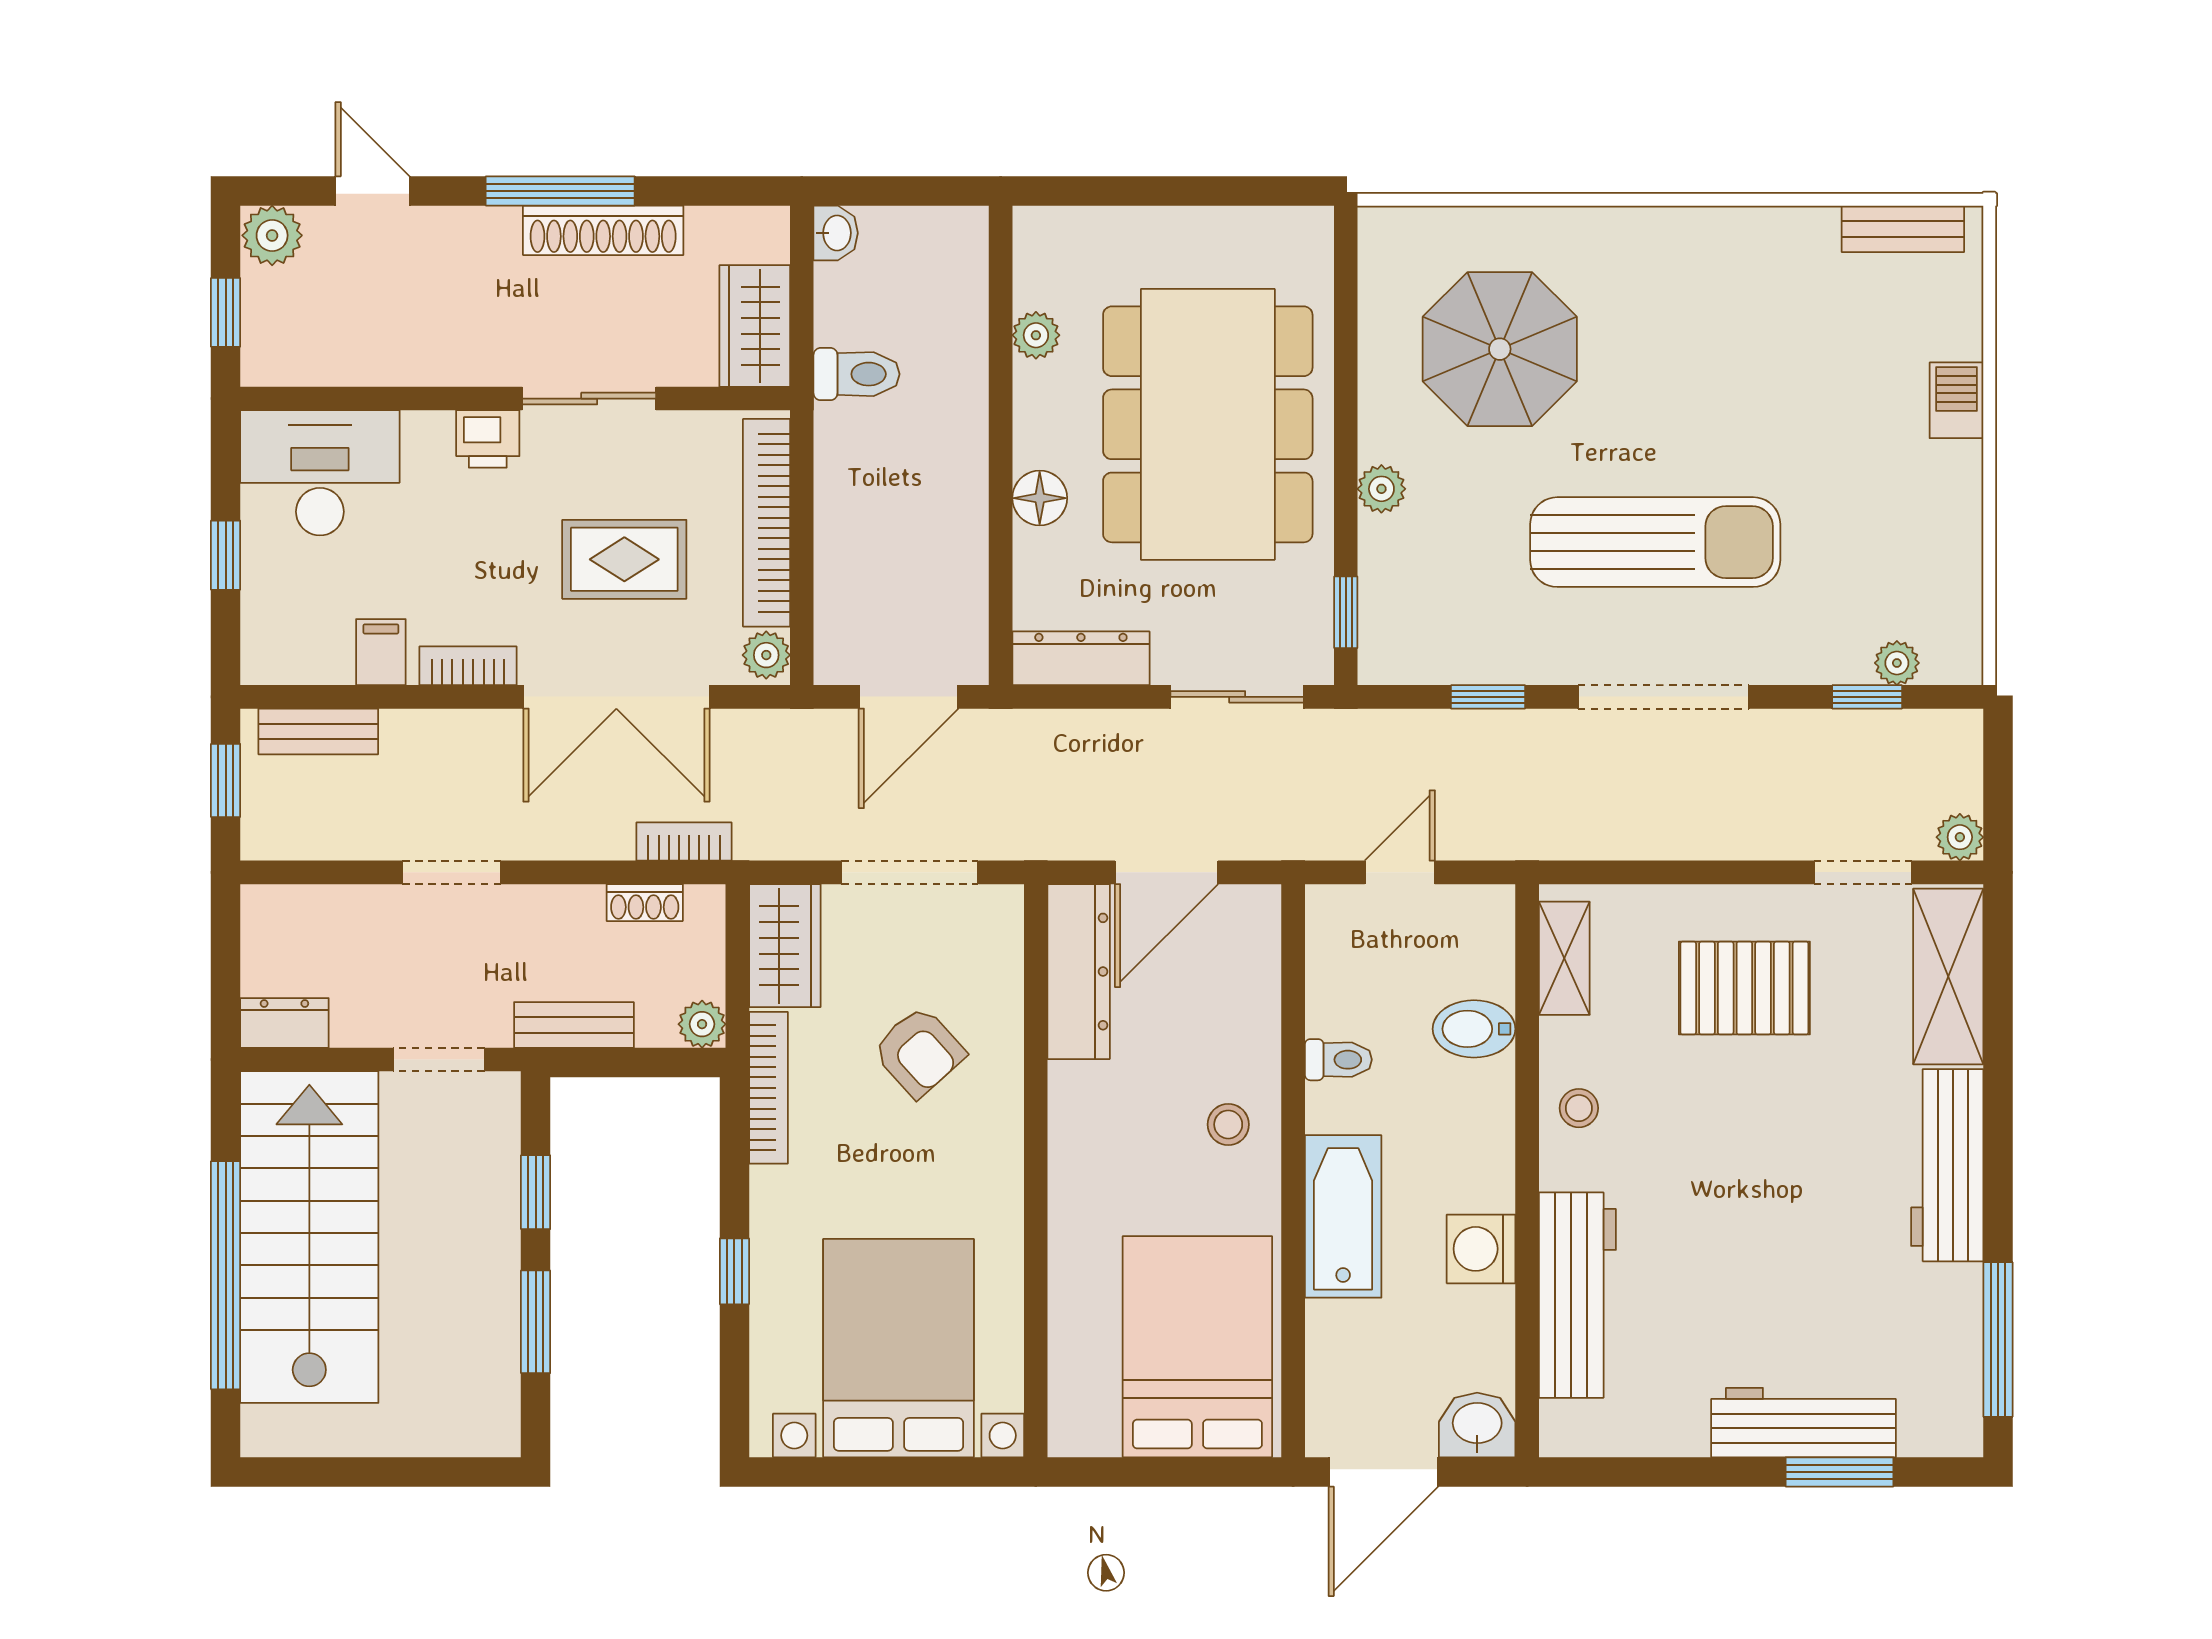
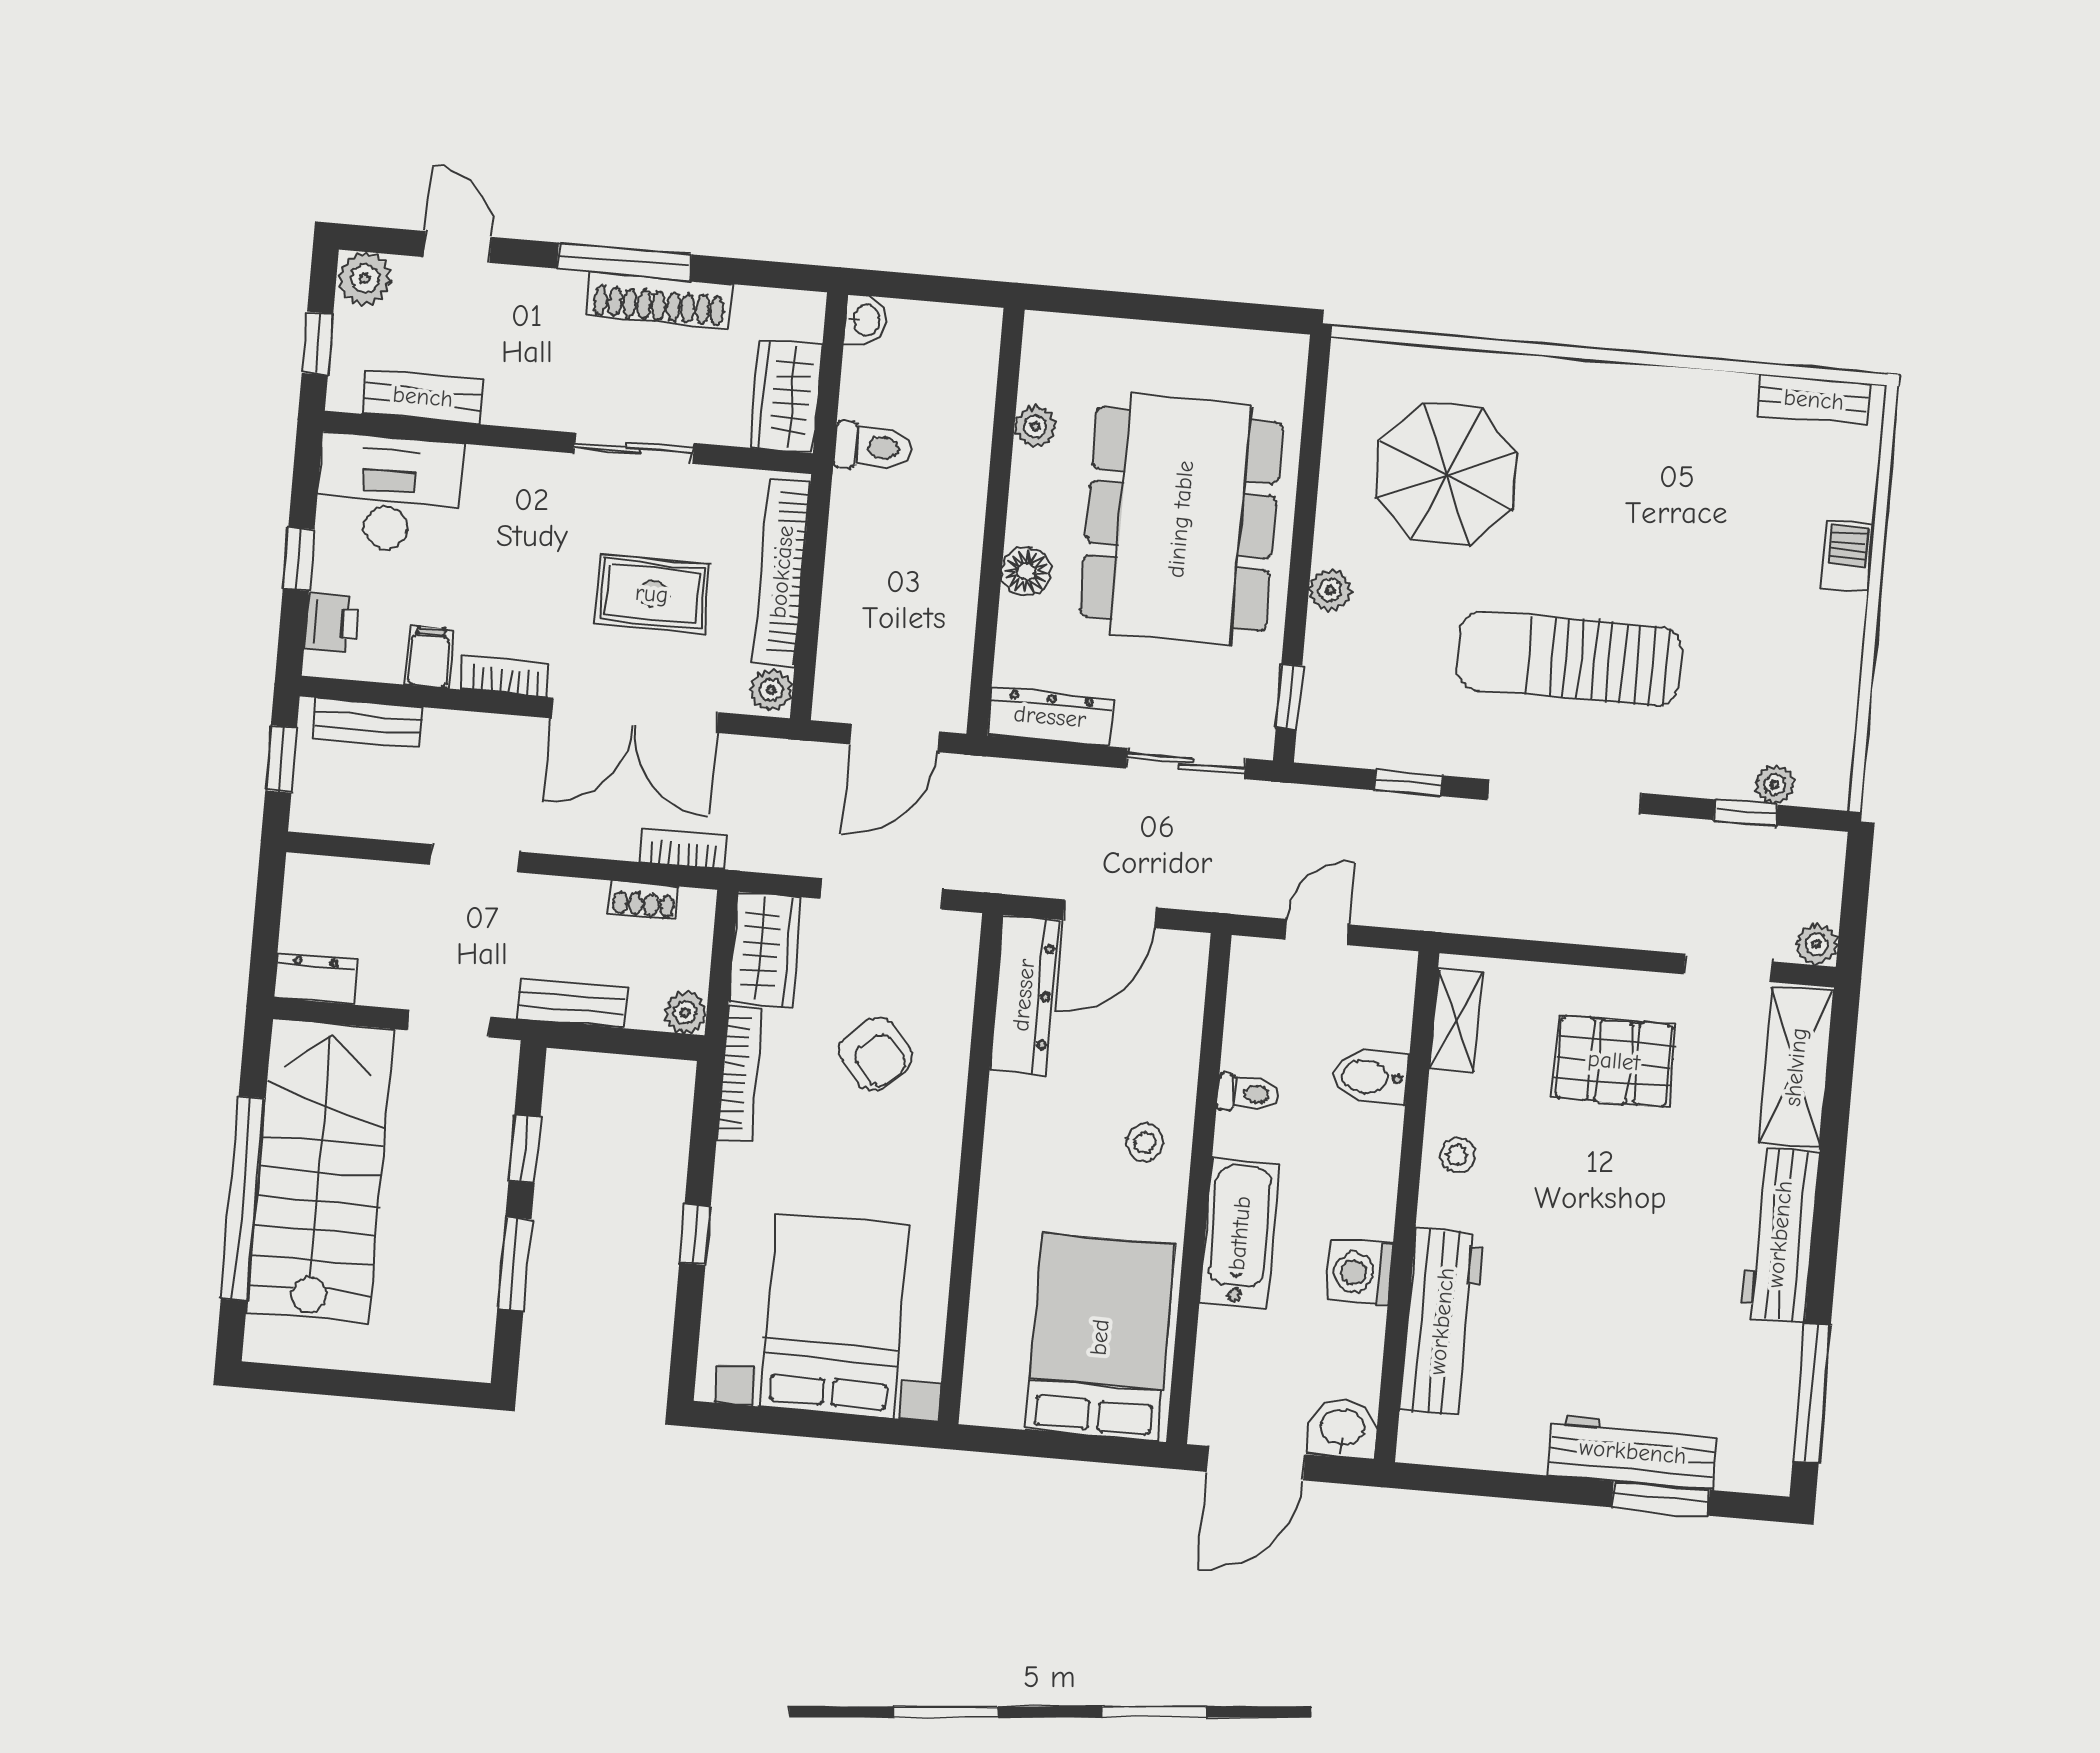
bench: (349, 362) -> (423, 397), added
printer: (488, 439) -> (332, 623), moved, turned -90
sun lounger: (1655, 542) -> (1569, 658), turned 180

